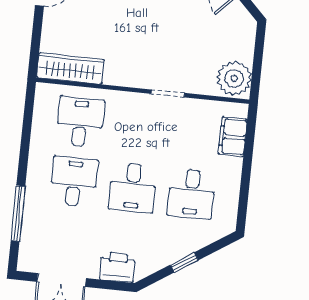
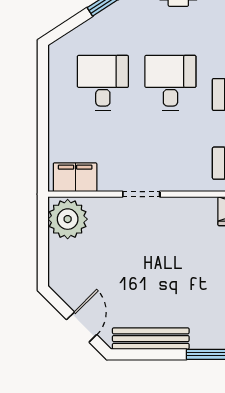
filing cabinet: (233, 137) -> (75, 177), moved, turned -90

